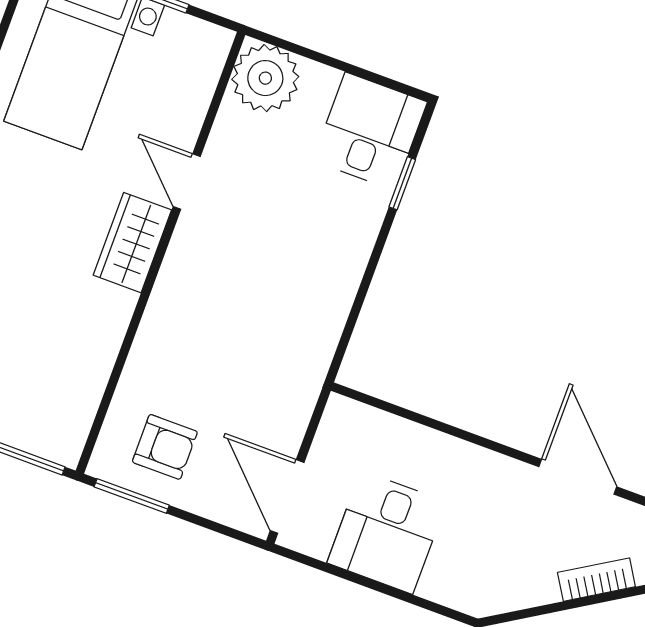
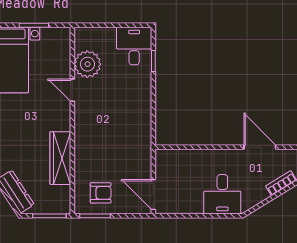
plant: (265, 78) -> (87, 64), moved
wardrobe: (132, 243) -> (60, 158), moved, width x1.50
desk: (387, 532) -> (222, 194), moved

